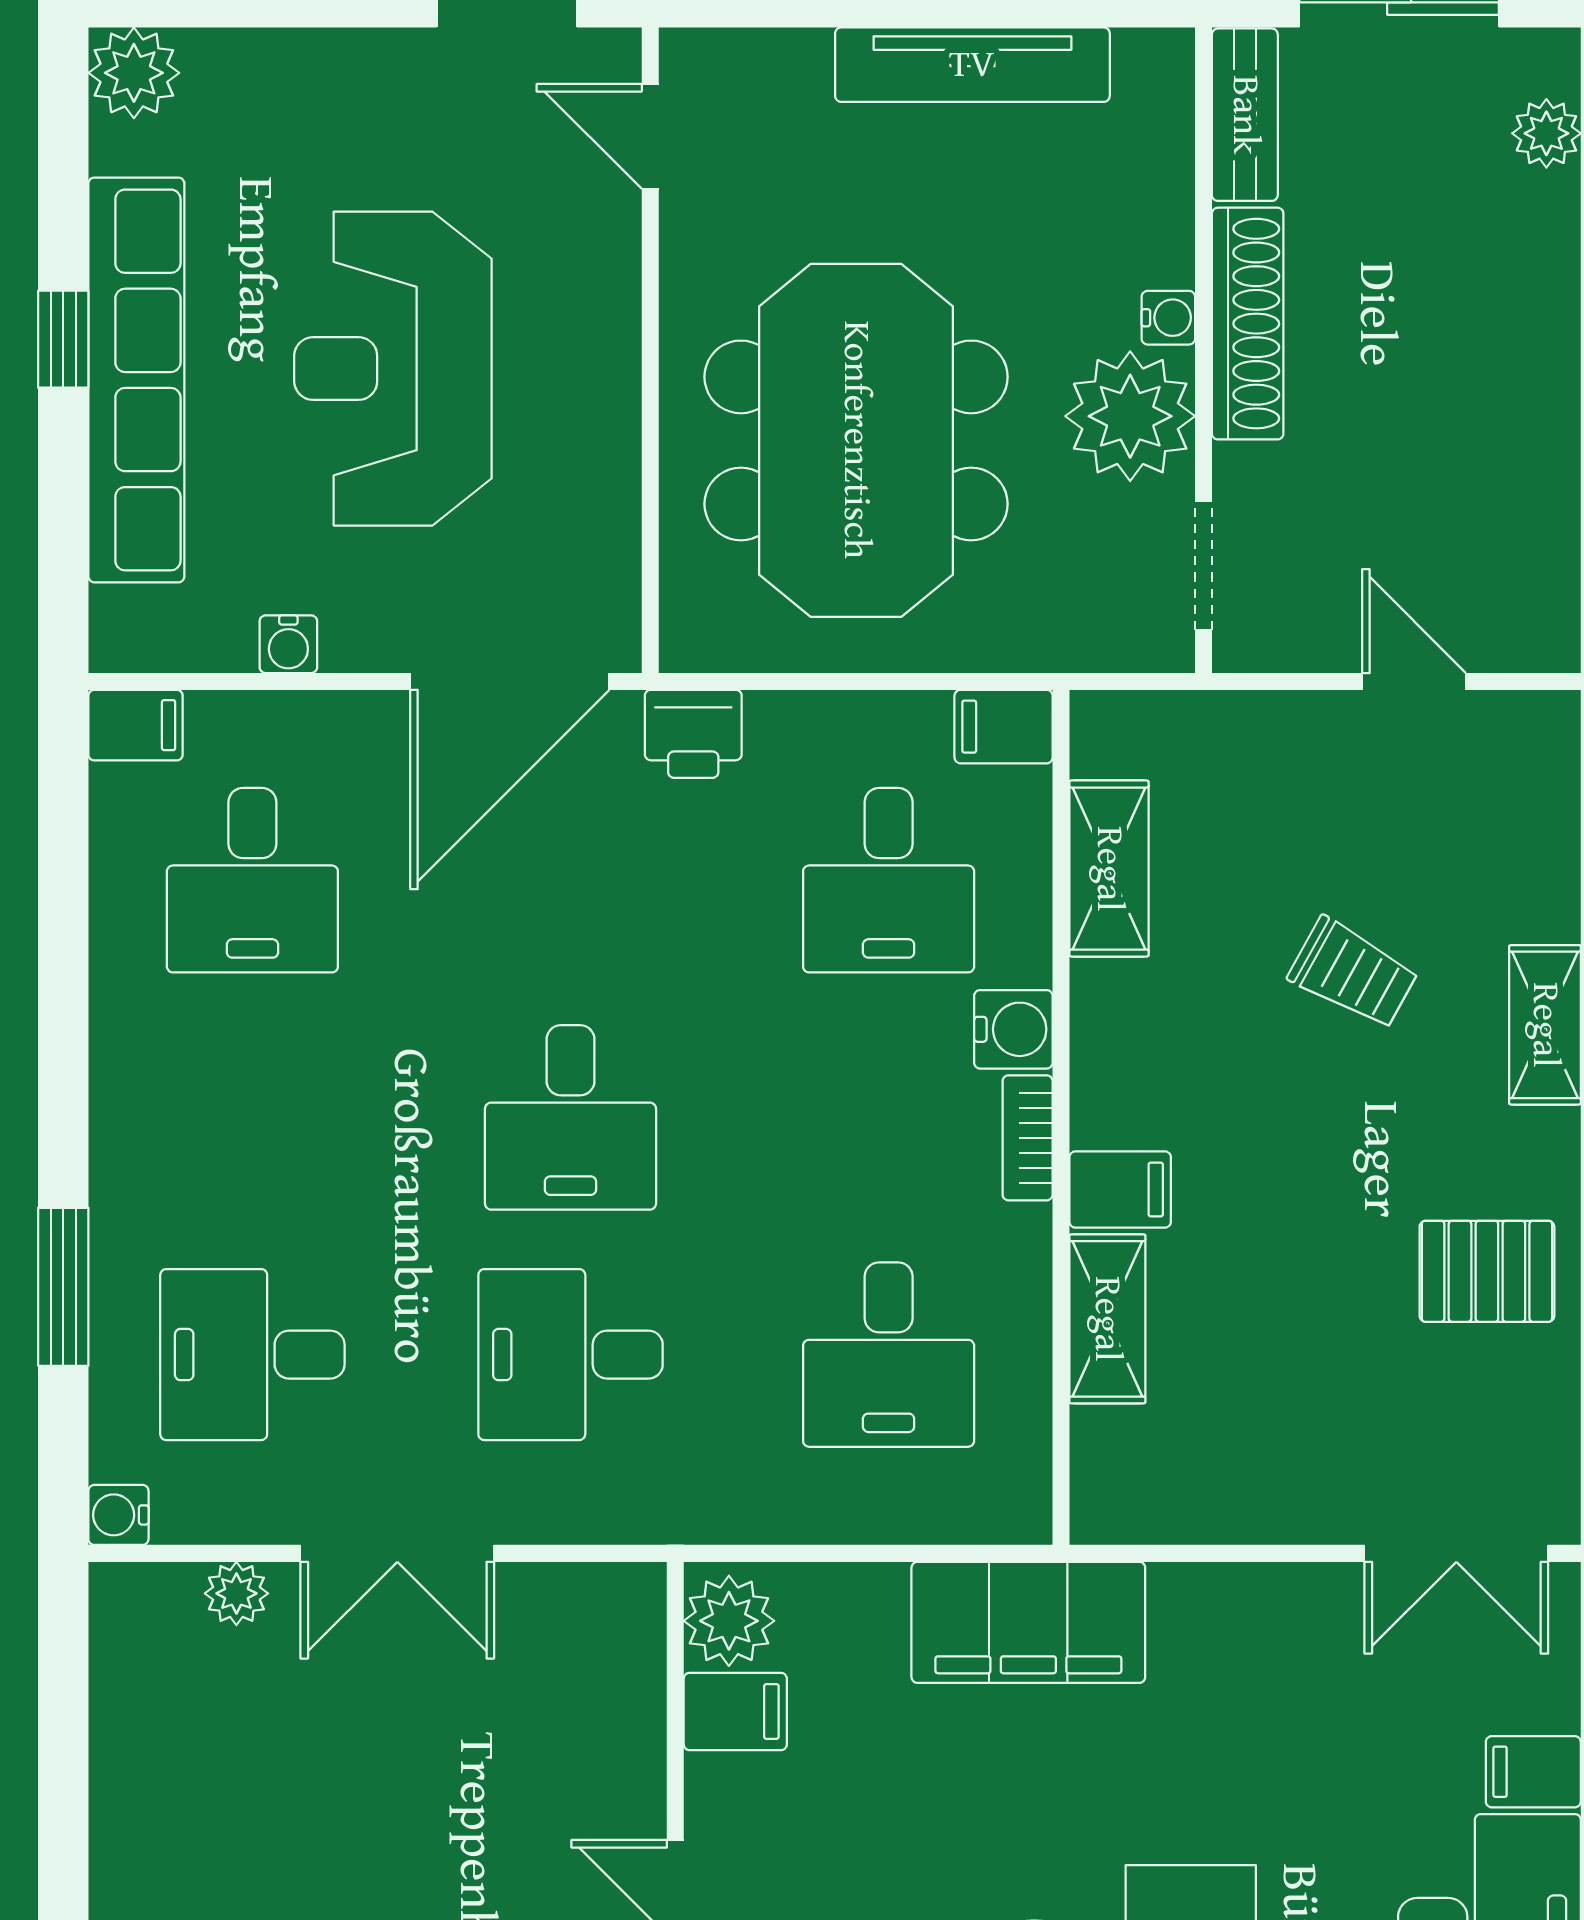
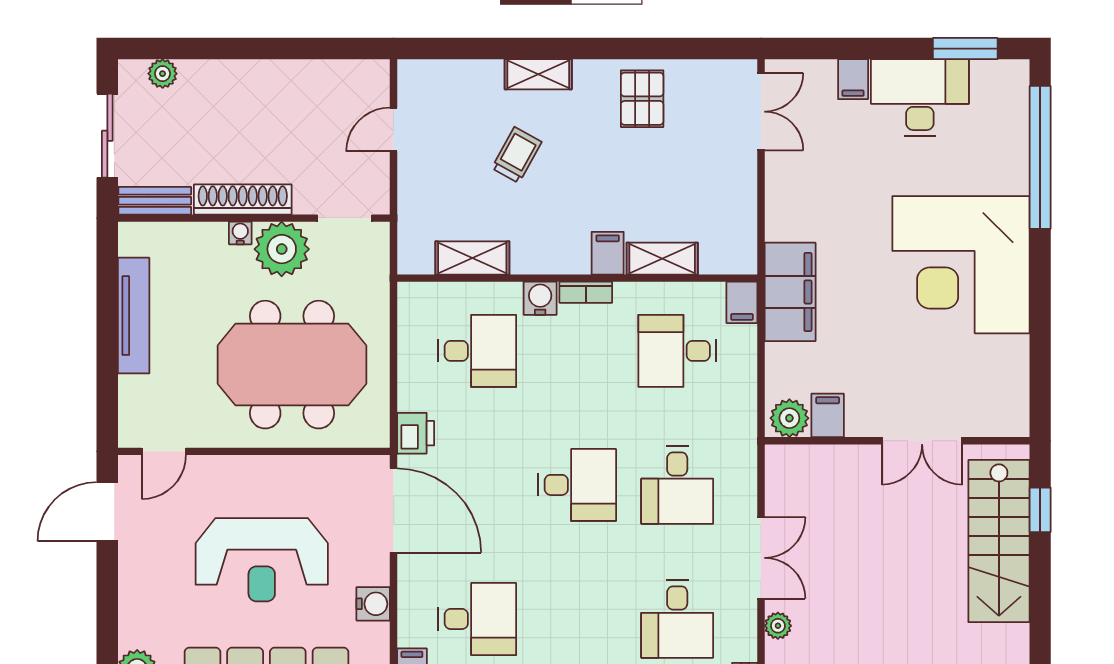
water cooler: (288, 644) -> (373, 604), width x1.38, depth x1.38
filing cabinet: (1004, 727) -> (742, 302), moved
desk: (889, 1355) -> (677, 351), turned 180

